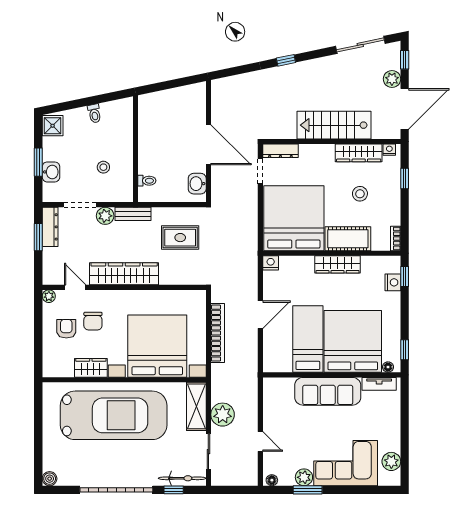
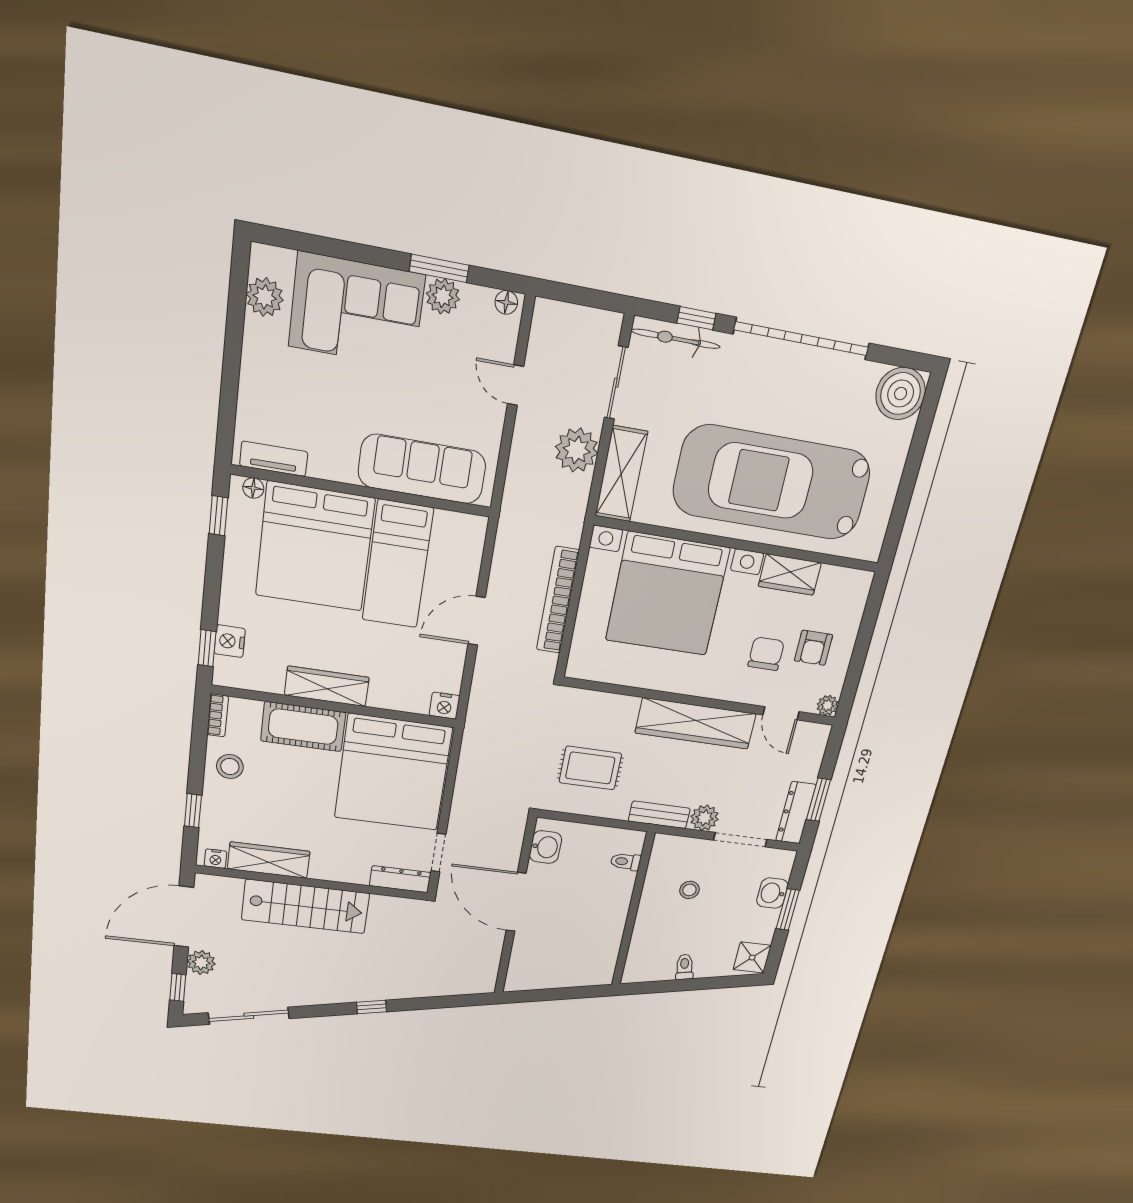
stool: (360, 194) -> (230, 767), moved
sofa: (328, 391) -> (422, 469), moved
boiler: (50, 479) -> (901, 394), width x1.86, depth x1.86

